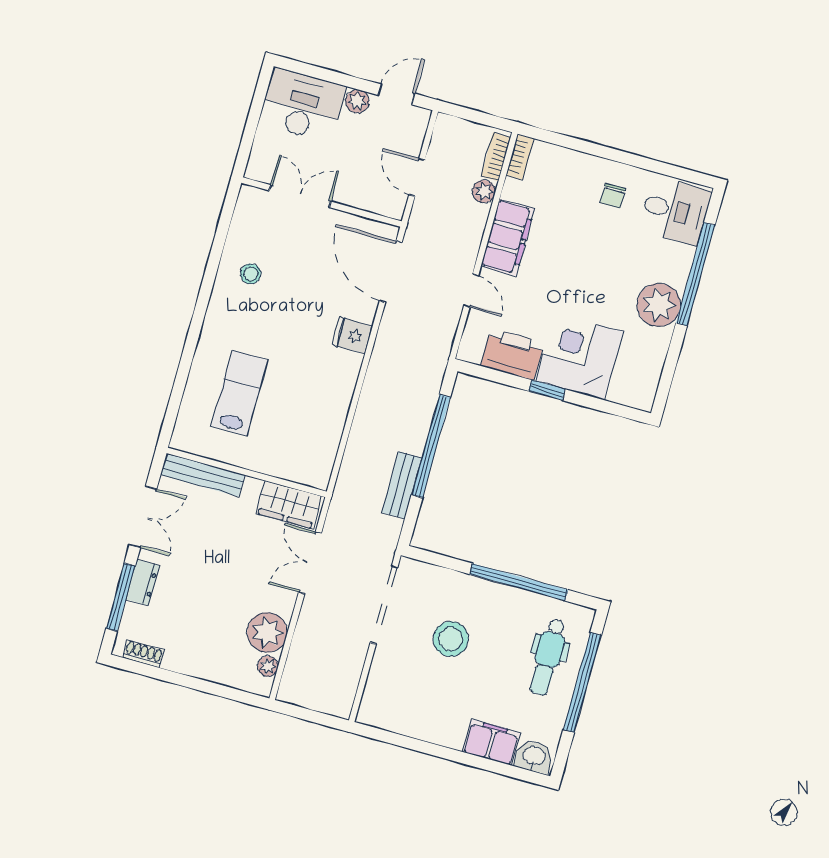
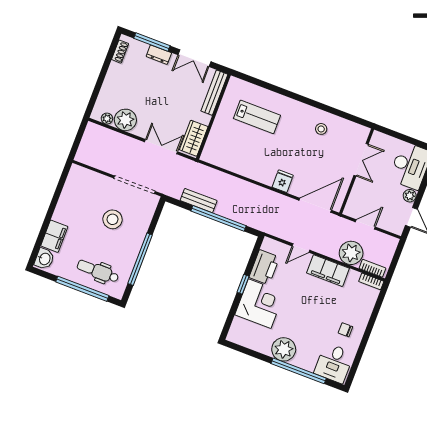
plant: (484, 191) -> (351, 253), width x1.87, depth x1.87

